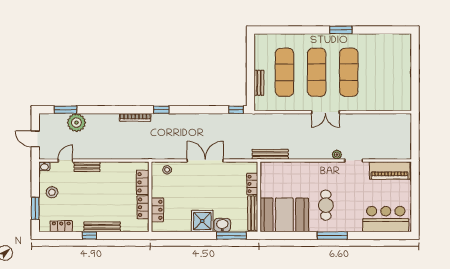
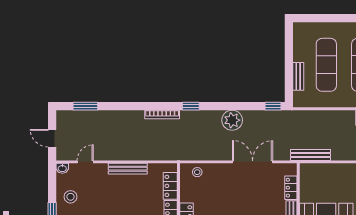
plant: (76, 123) -> (232, 120), moved
double door: (205, 161) -> (253, 162), moved
bench: (87, 167) -> (128, 169), moved, width x1.36

